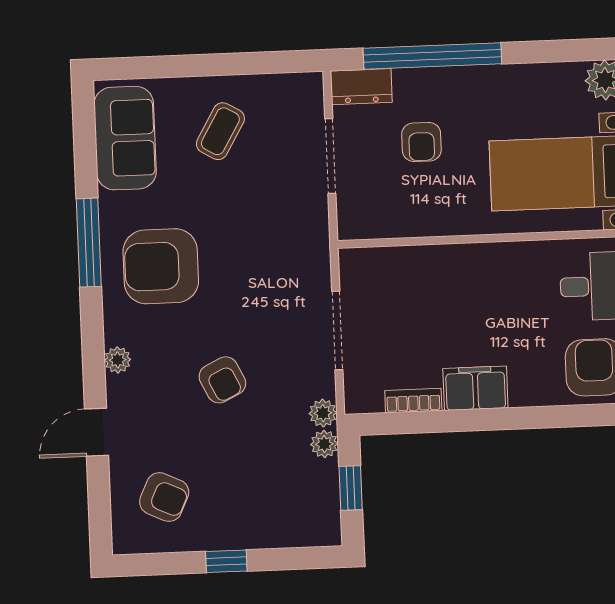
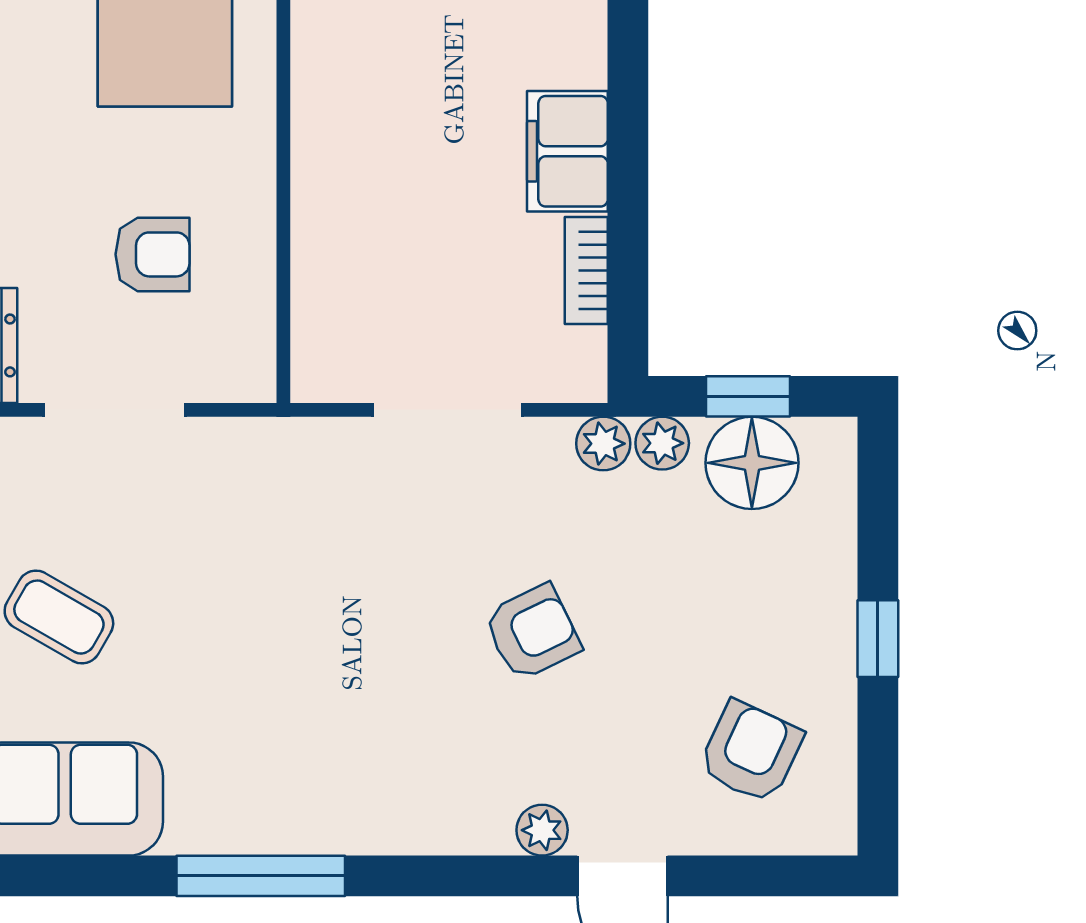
armchair: (421, 142) -> (152, 254), moved
armchair: (161, 266) -> (311, 741), removed
plant: (118, 360) -> (542, 830), moved
floor lamp: (316, 492) -> (752, 463), added

